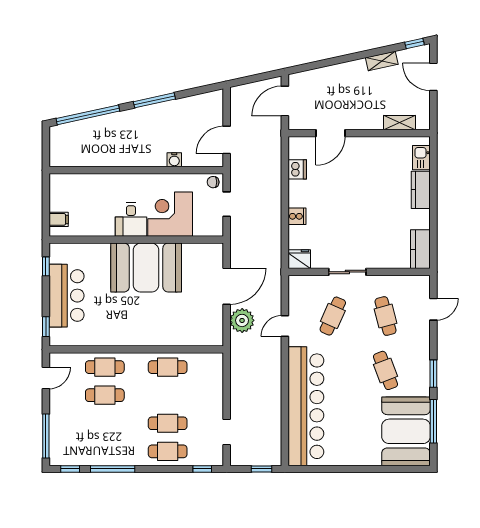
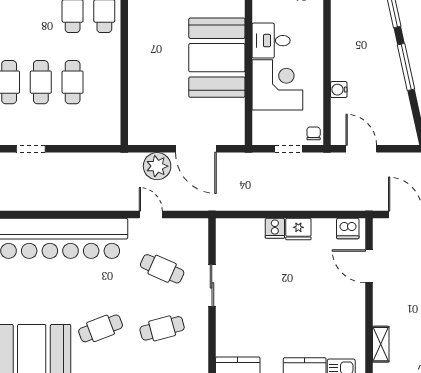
dishwasher: (297, 169) -> (348, 229), moved
fridge: (299, 259) -> (298, 229), moved, turned 90
cafe table: (168, 367) -> (73, 82), moved

